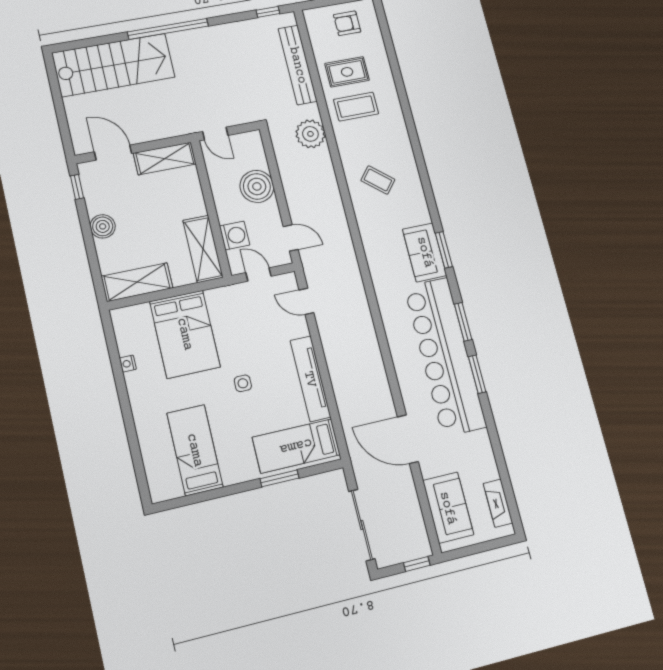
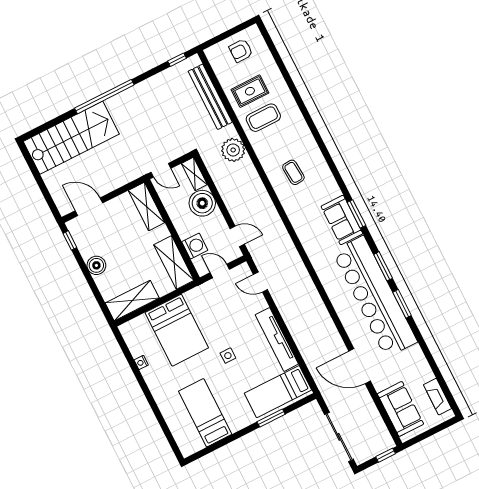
shelving: (256, 149) -> (194, 174), added
shelving: (165, 158) -> (147, 207), moved, turned 90
coffee table: (378, 180) -> (293, 172), turned 46

